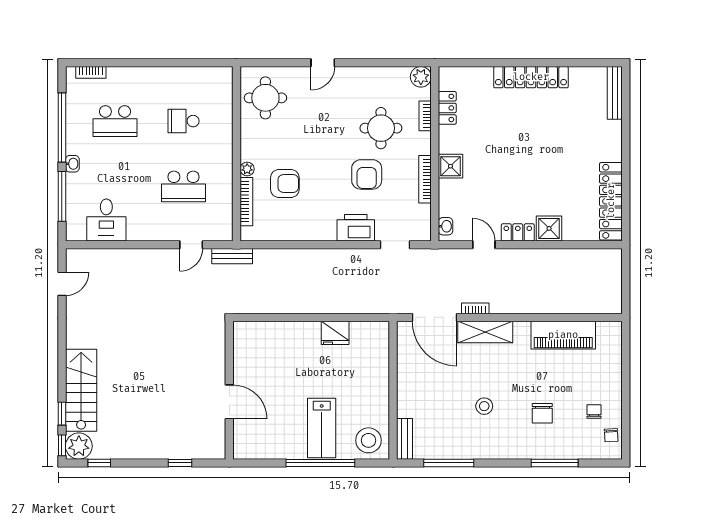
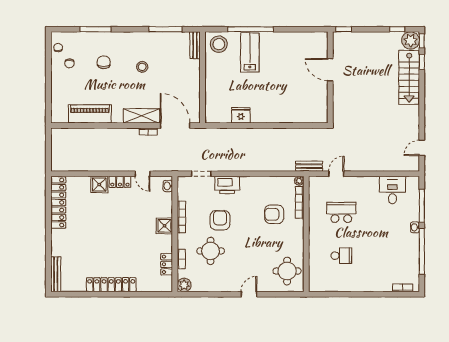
school desk: (115, 121) -> (387, 256), removed
plant: (247, 169) -> (299, 181), moved
wall: (229, 390) -> (330, 77), moved
door: (229, 402) -> (330, 70), moved

